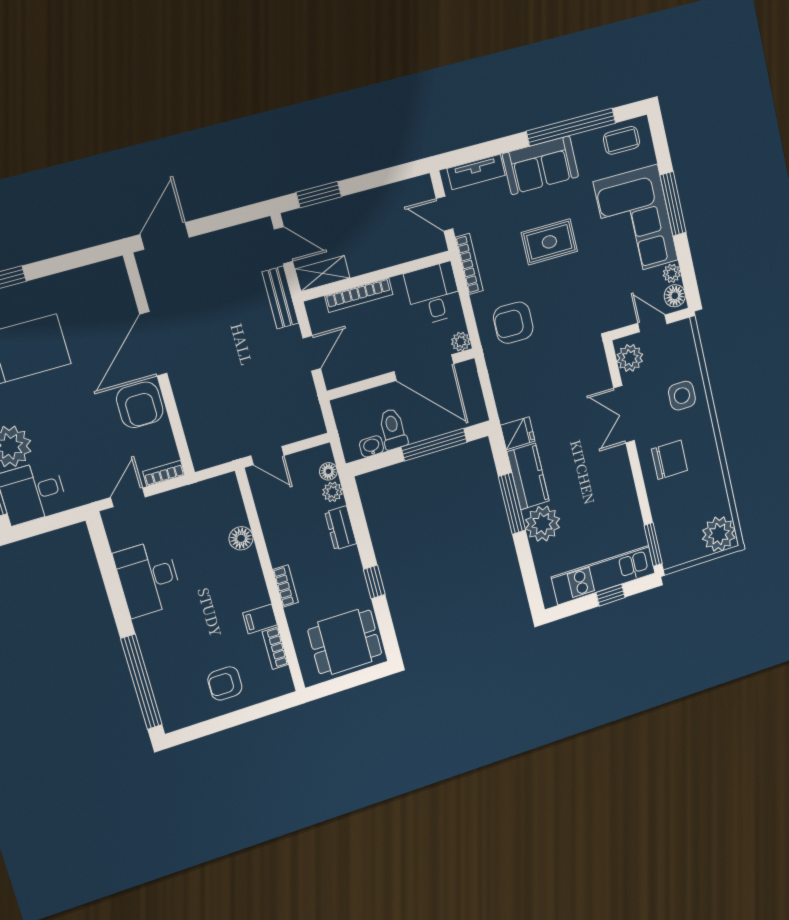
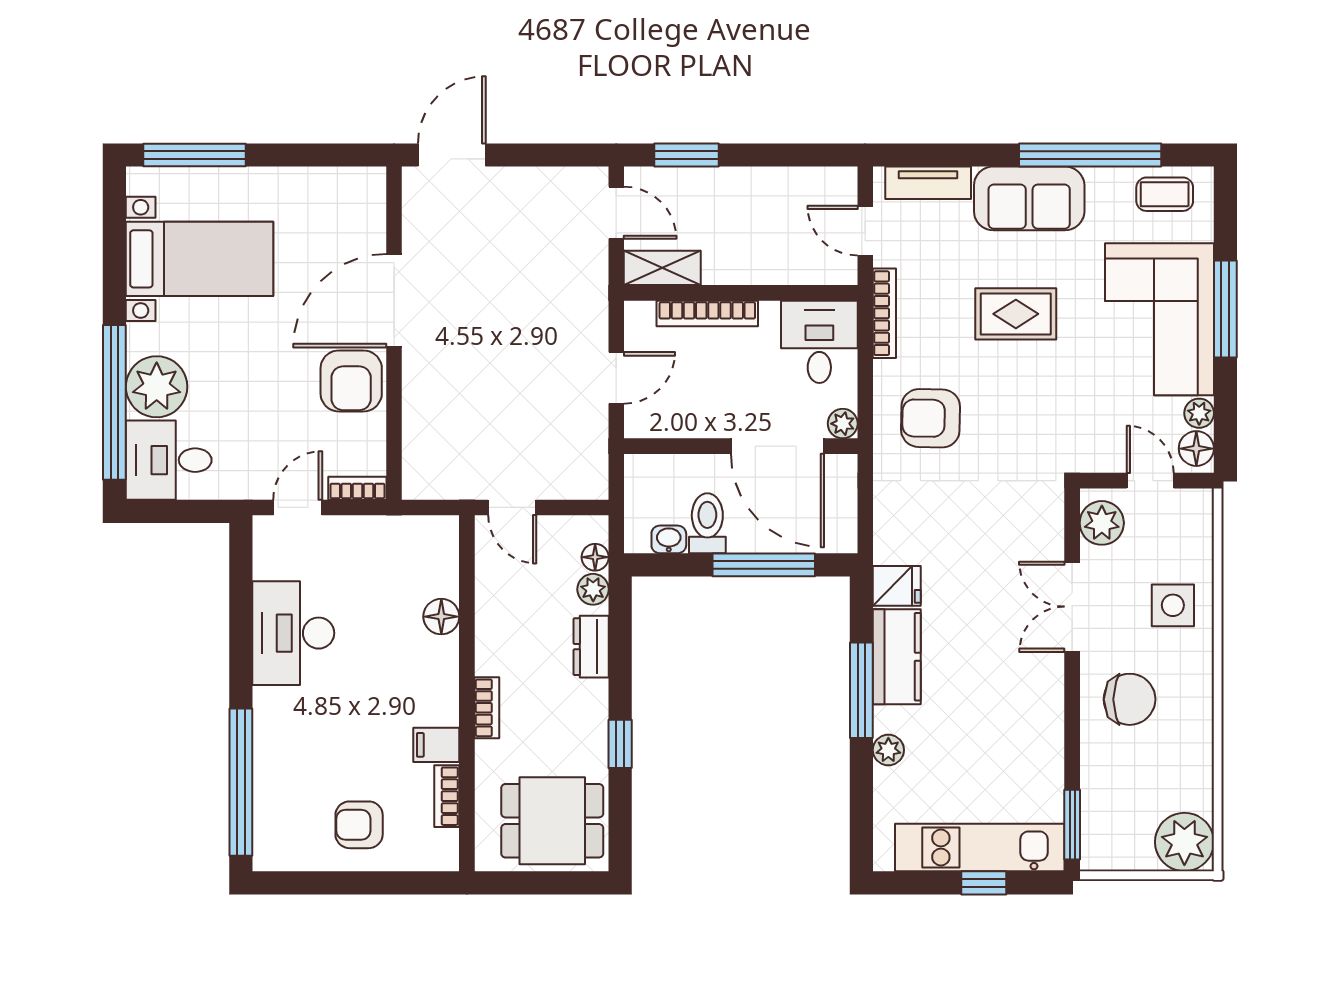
bench: (280, 298) -> (592, 285), removed
plant: (543, 524) -> (888, 750), width x0.53, depth x0.53

